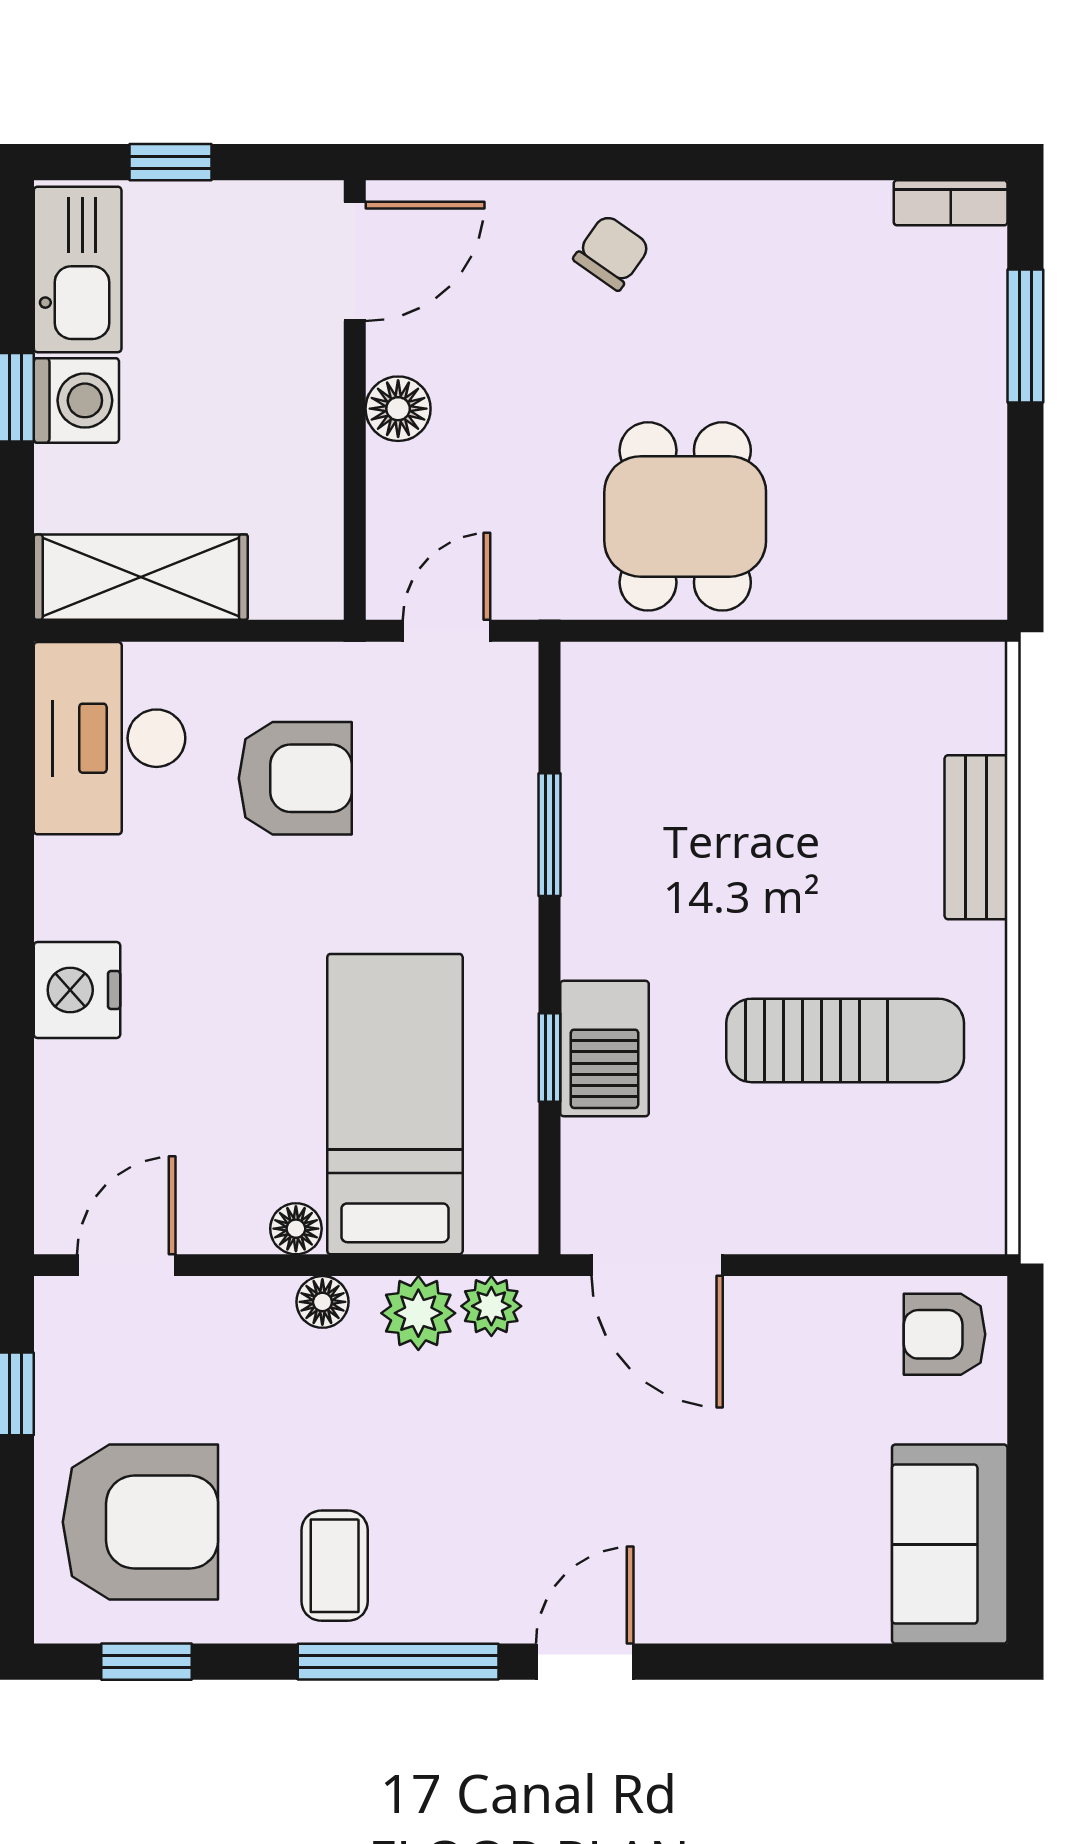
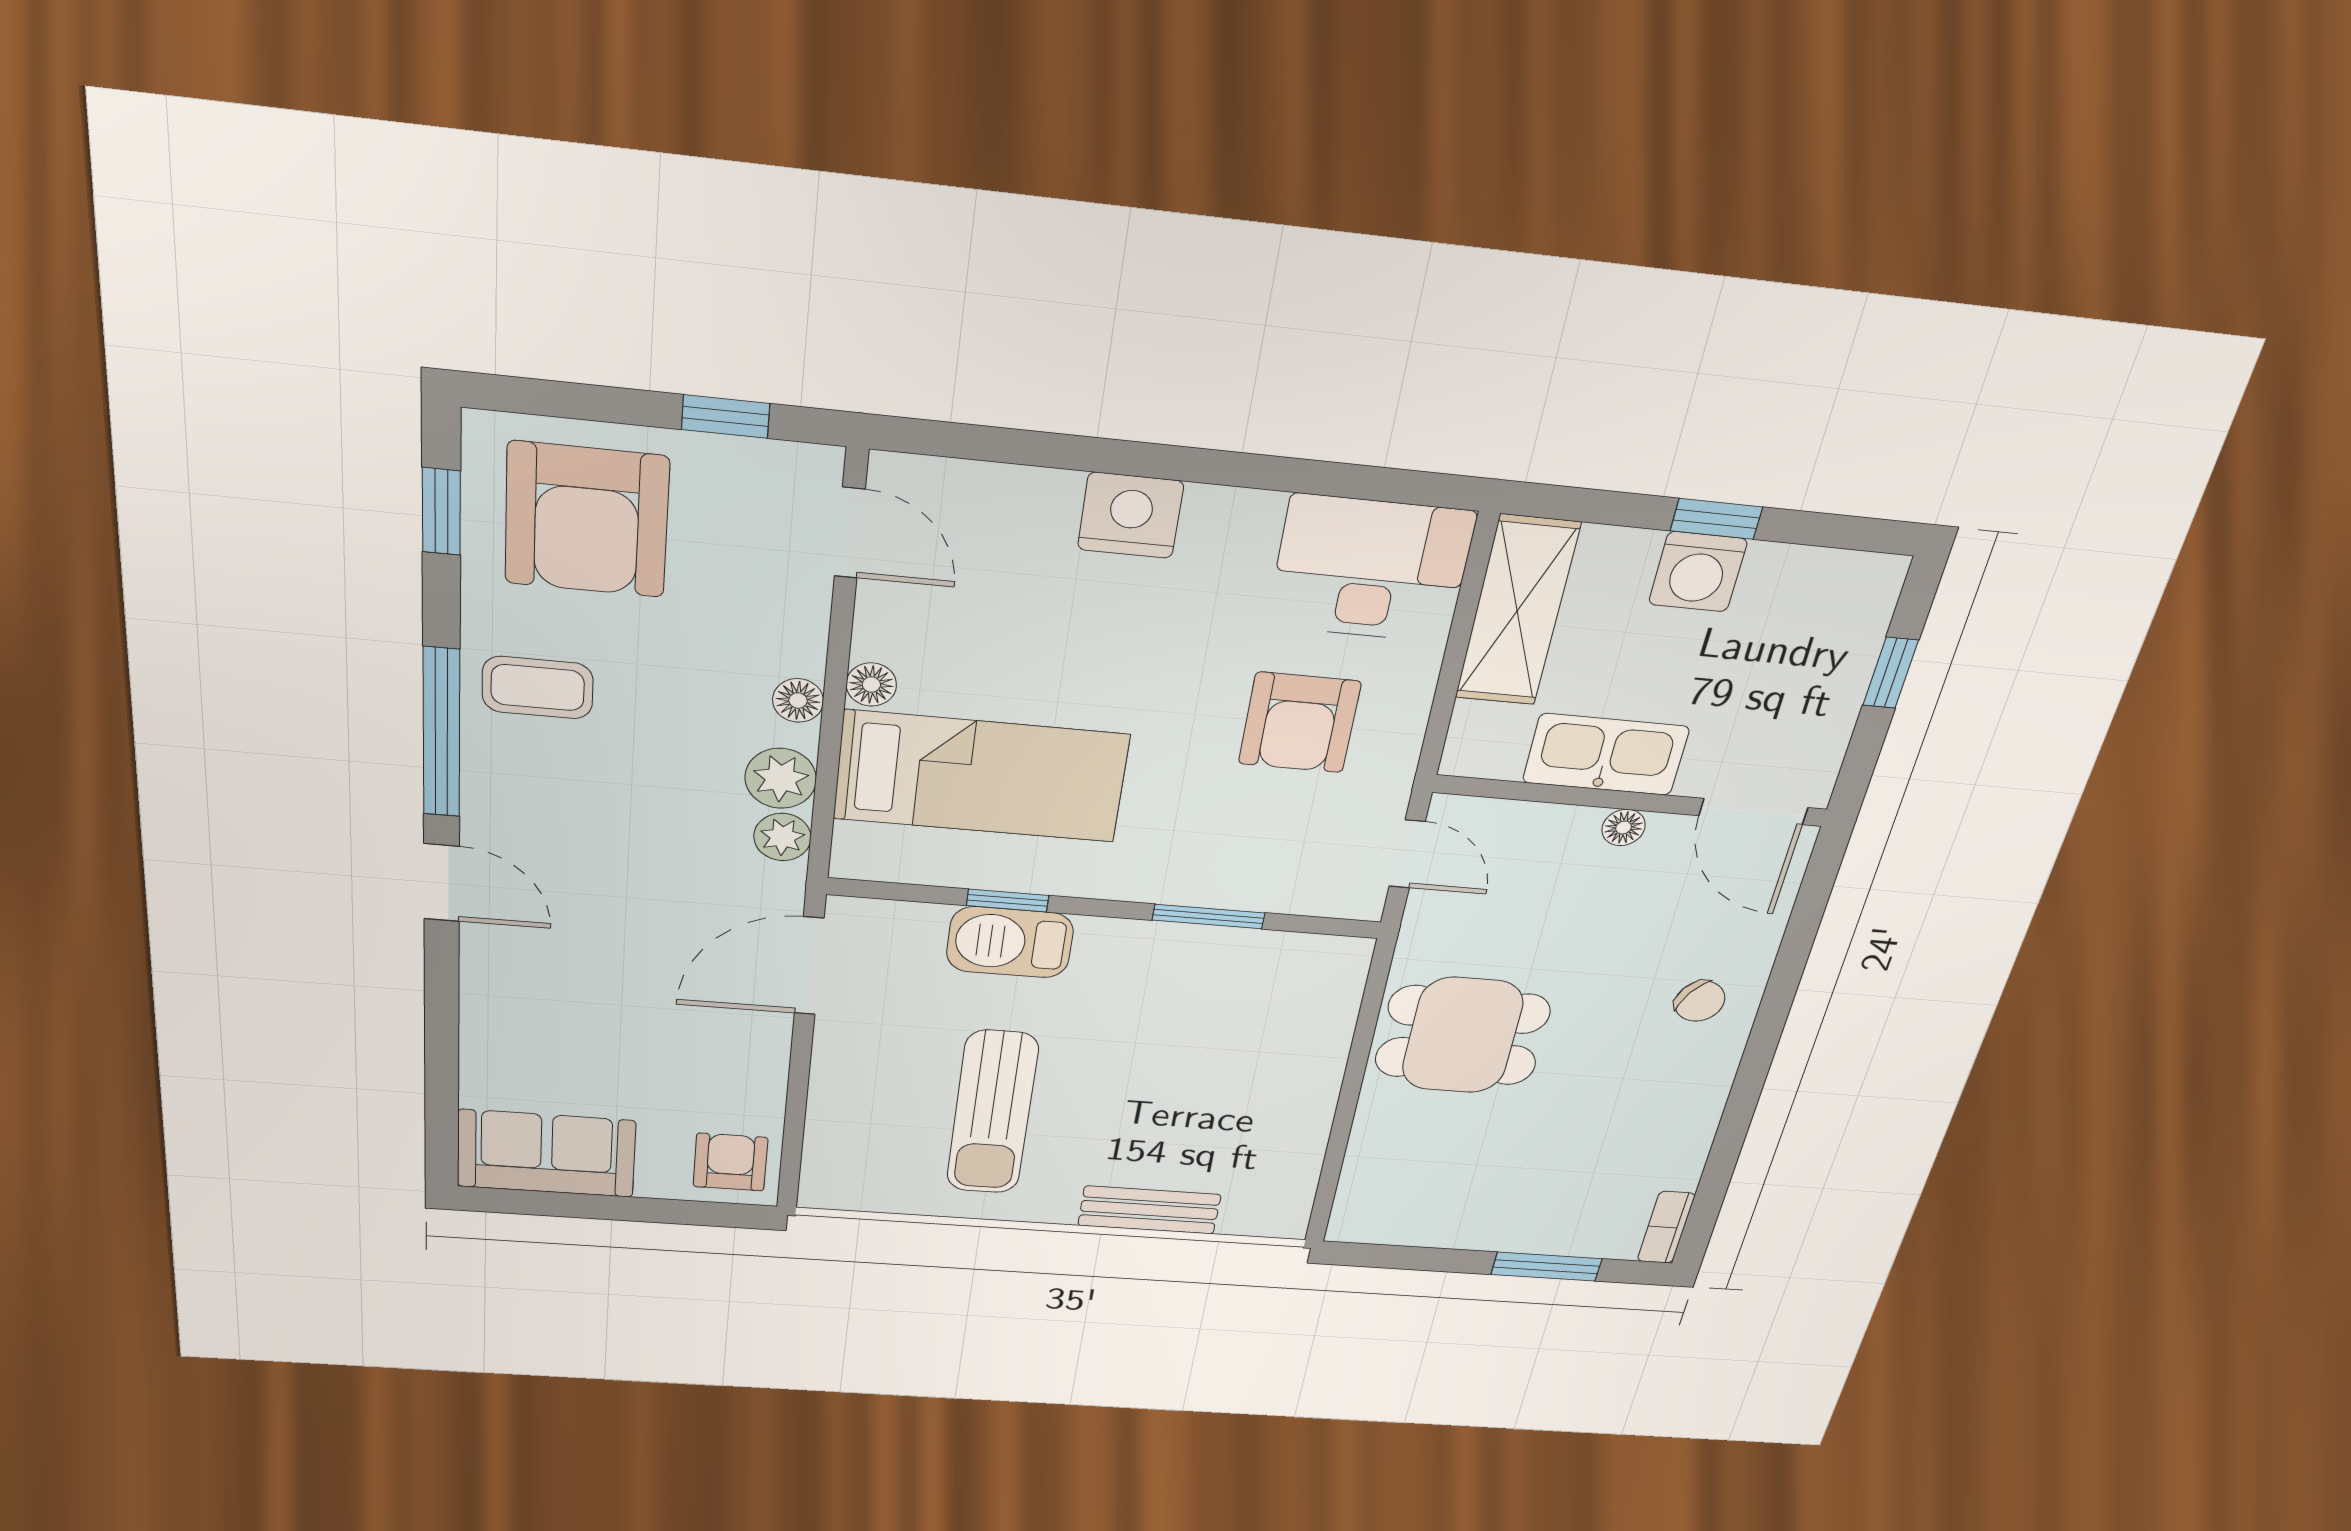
kitchen sink: (78, 269) -> (1606, 755), moved, turned 180
floor lamp: (398, 409) -> (1624, 828), width x0.73, depth x0.73

